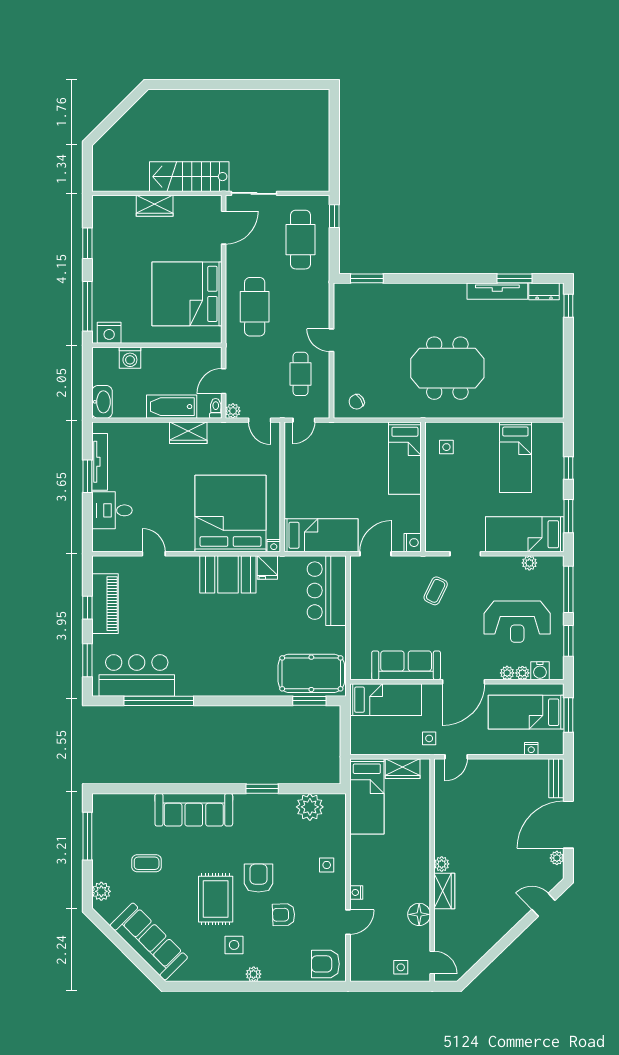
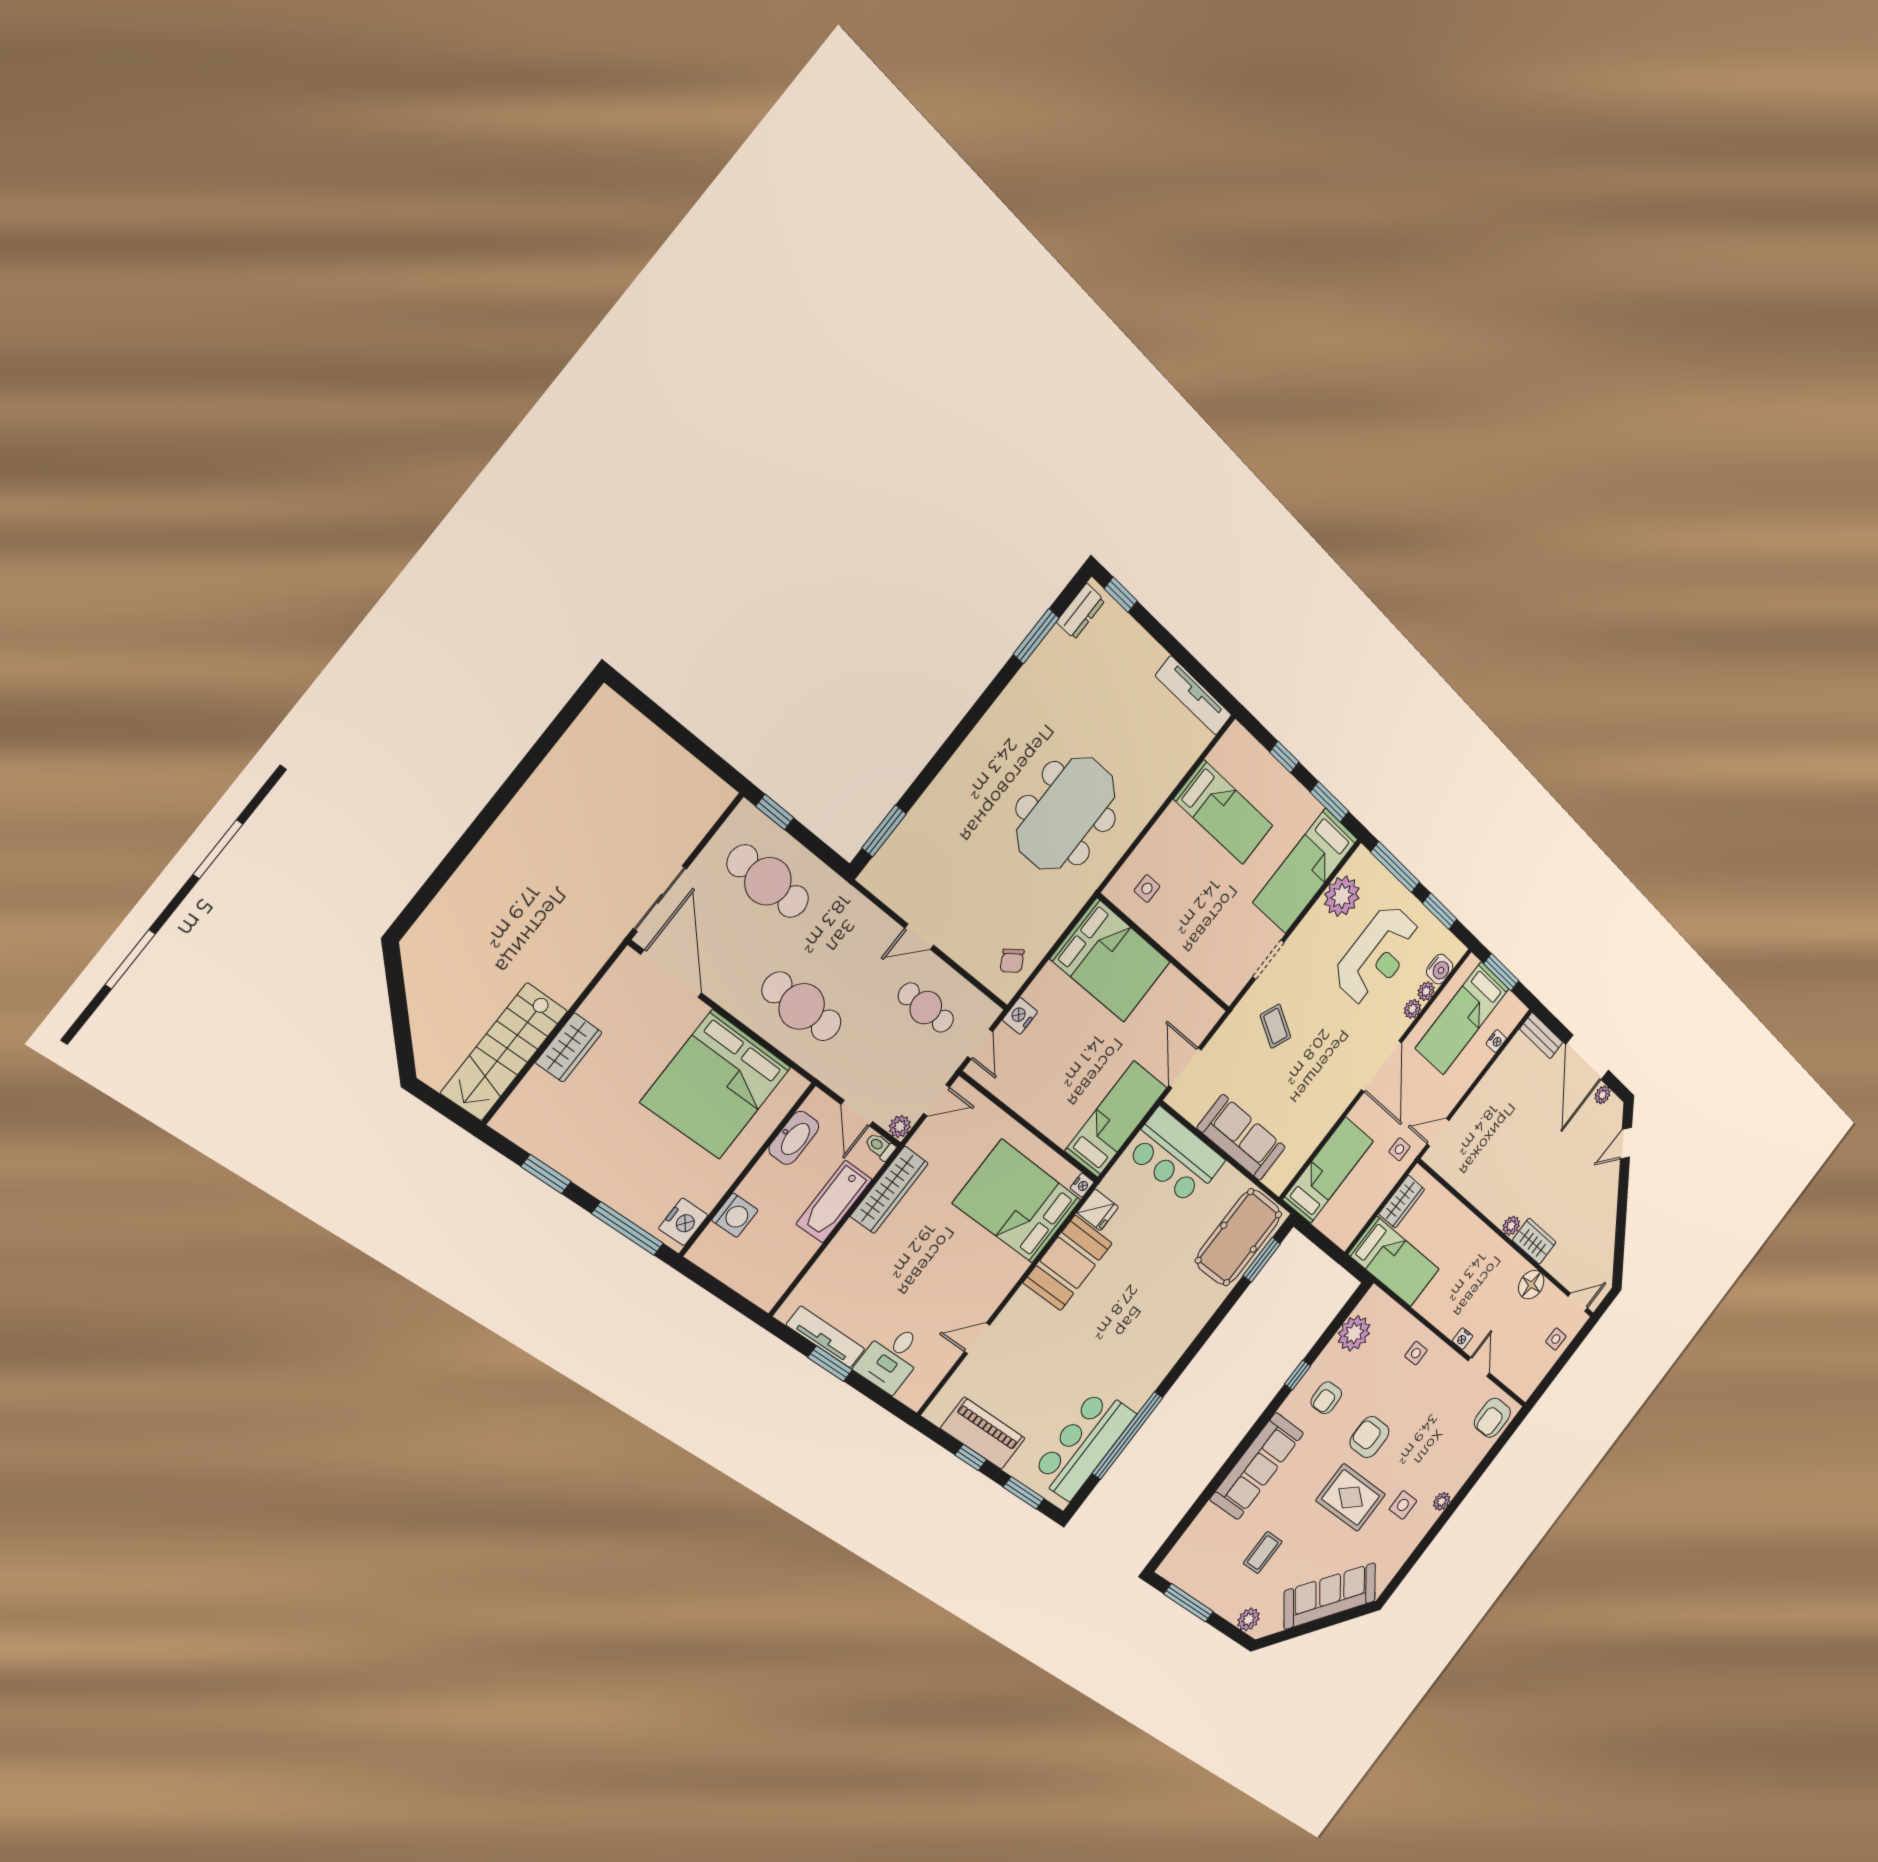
stairs: (189, 177) -> (504, 1052), moved
door: (224, 228) -> (671, 974), width x1.36
tv unit: (497, 291) -> (1194, 696), moved, turned 90
washbasin: (102, 402) -> (794, 1138), moved, turned 90
wardrobe: (188, 433) -> (889, 1190), width x1.50
bed: (405, 458) -> (1110, 960), width x1.50
bed: (231, 514) -> (1017, 1202), width x0.73
nightstand: (413, 543) -> (1020, 1016), moved, turned -90
plant: (529, 563) -> (1342, 896), width x1.88, depth x1.88
sofa: (406, 665) -> (1241, 1138), moved, turned 90
door: (456, 757) -> (1438, 1132), swing flipped
window: (262, 789) -> (1297, 1375), width x0.67
armchair: (284, 915) -> (1326, 1398), moved

